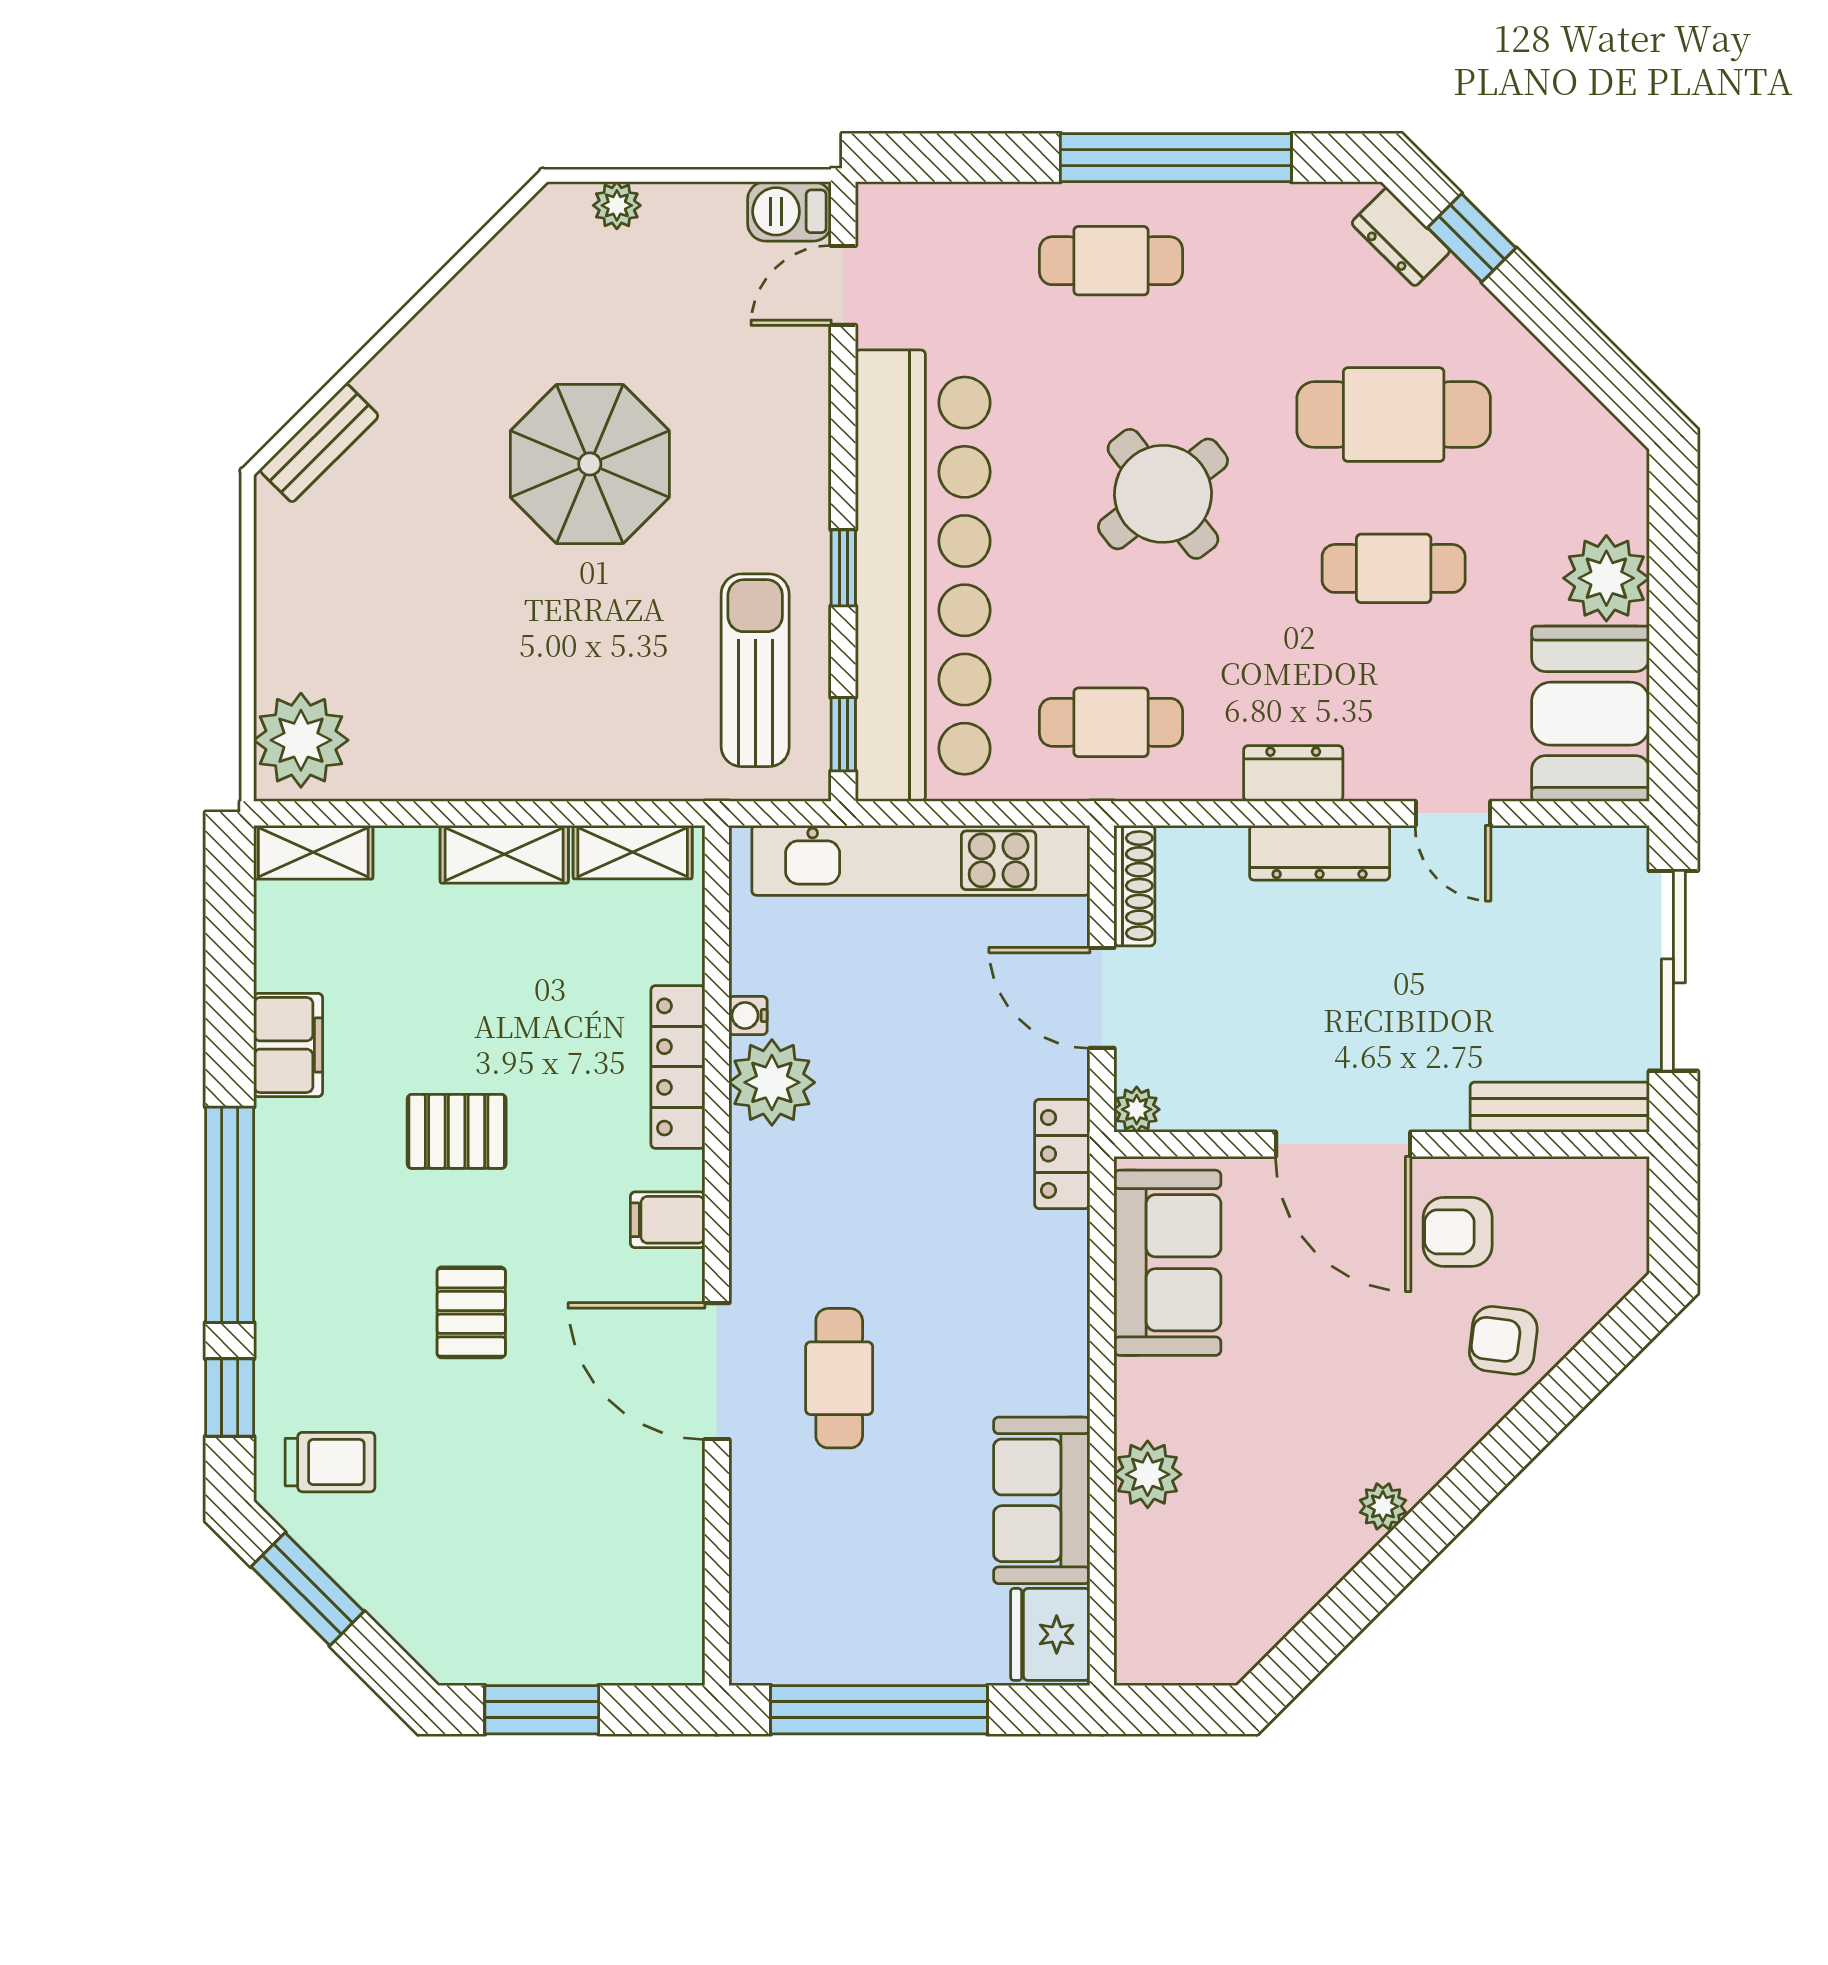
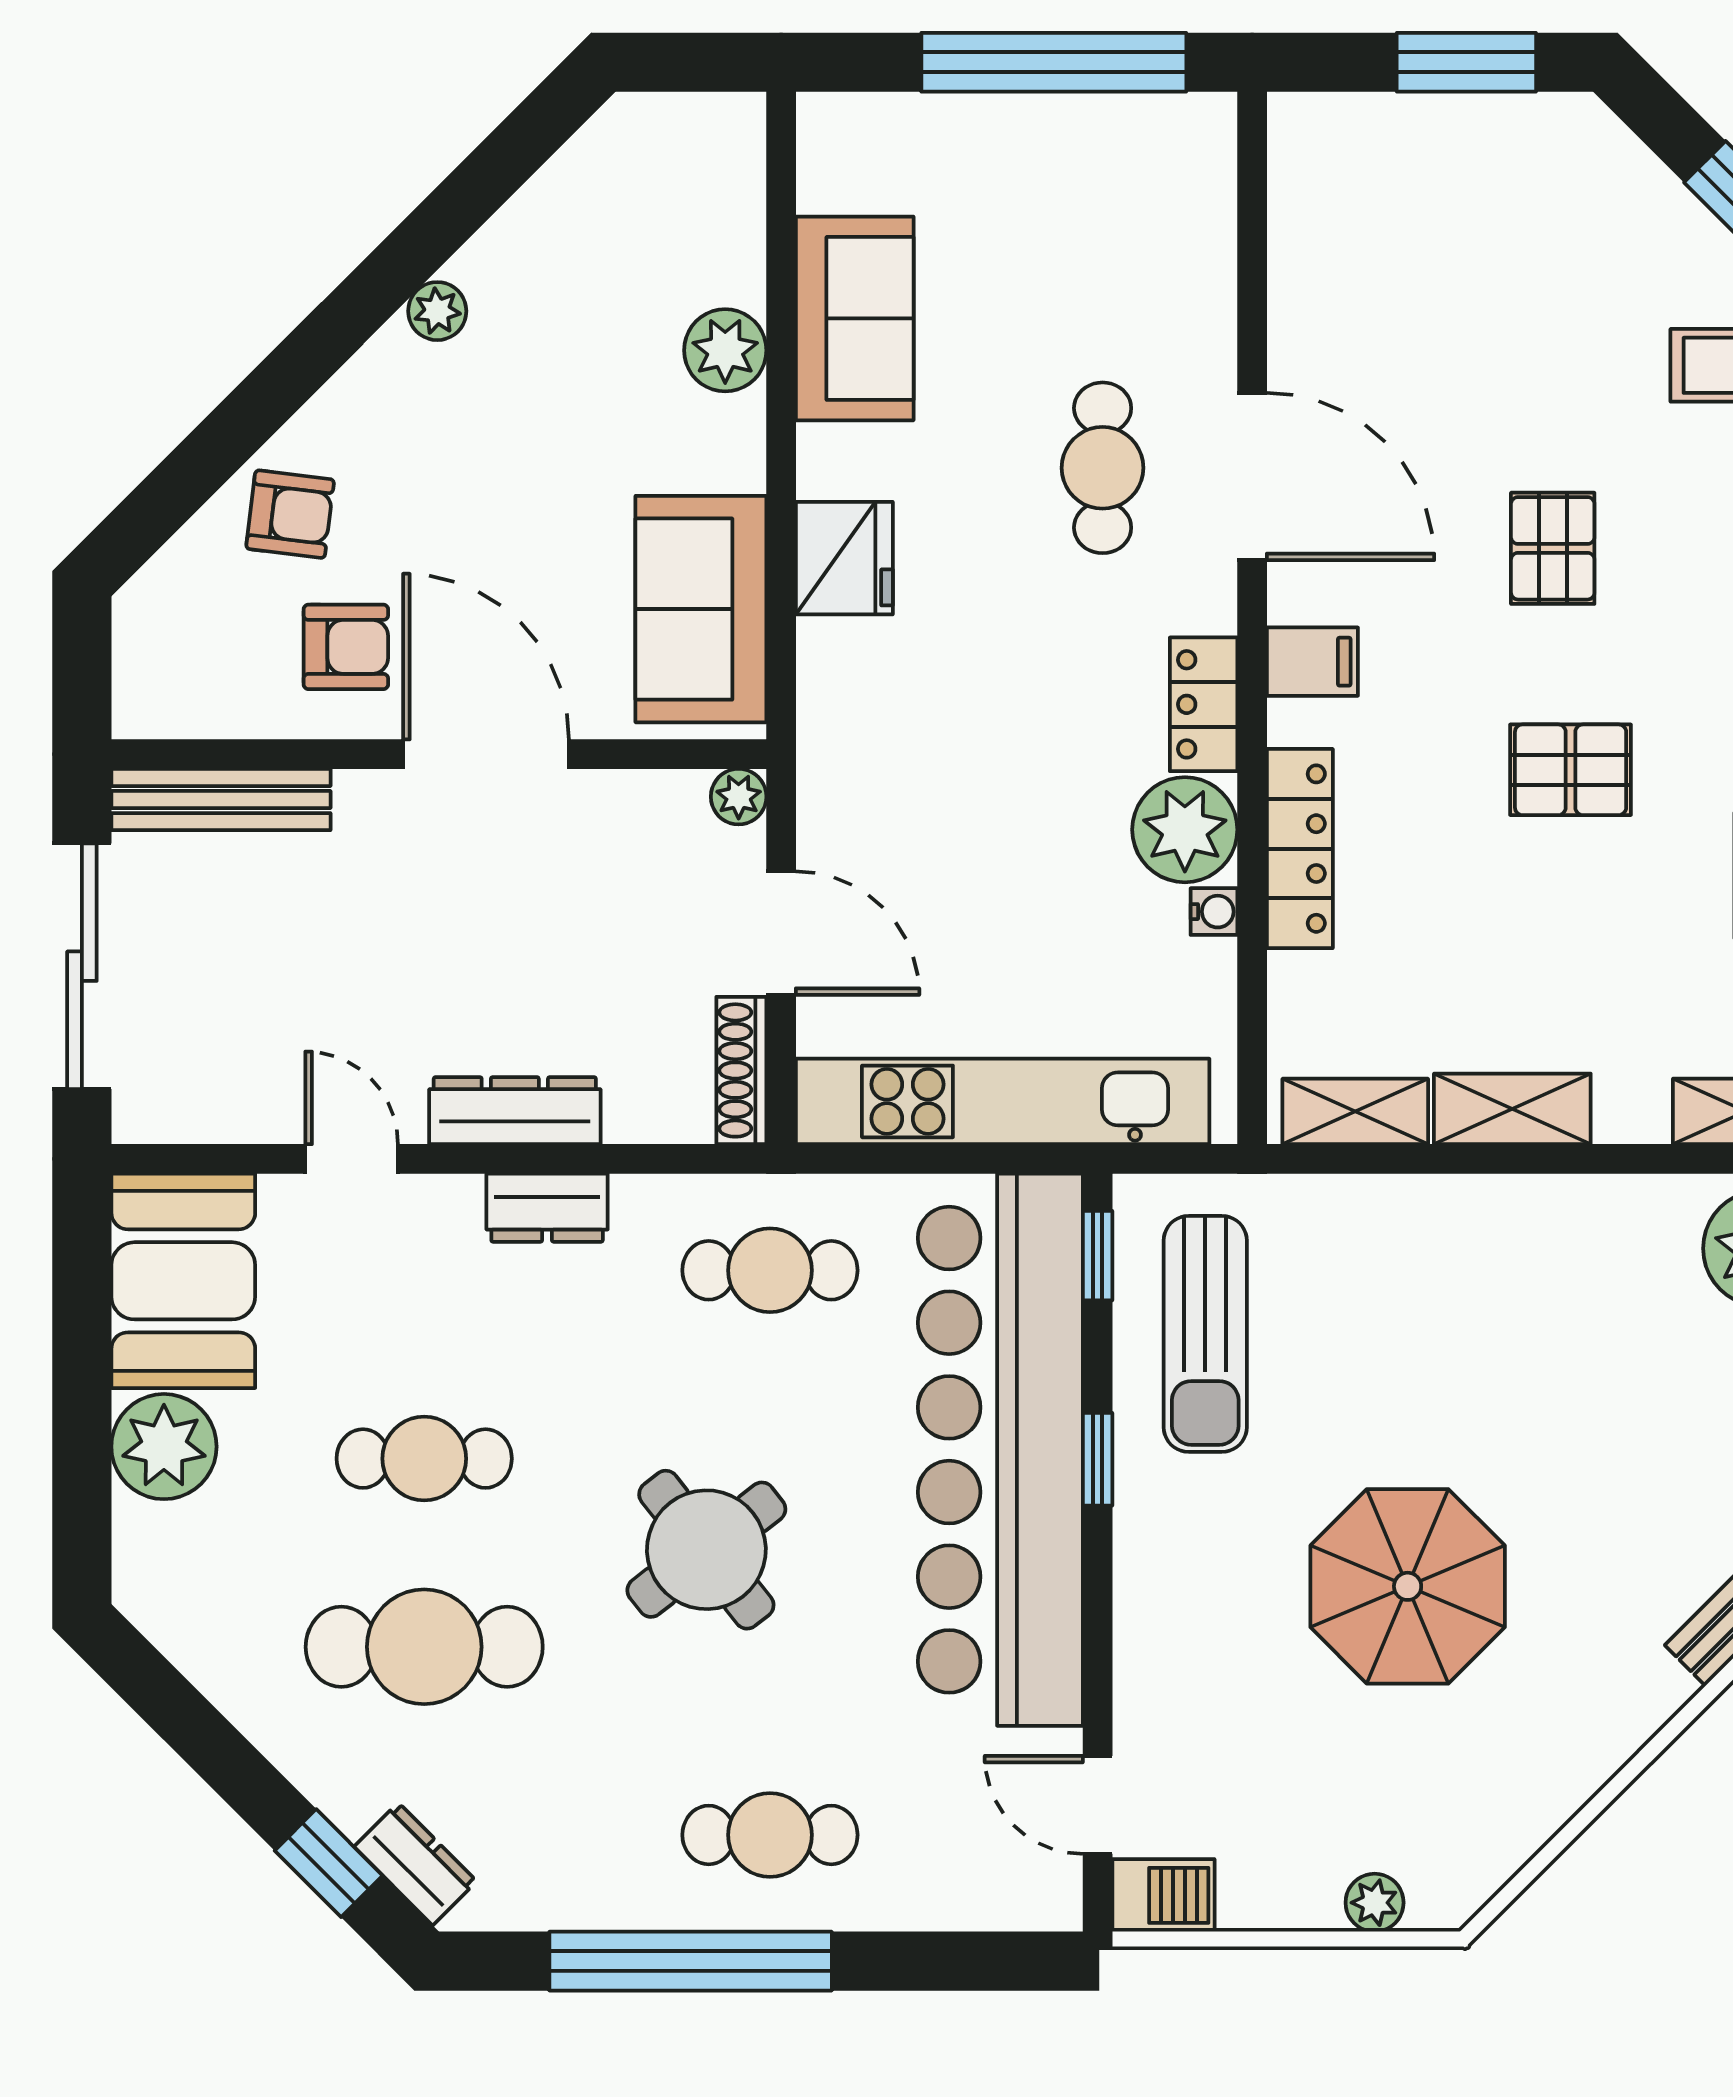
door: (843, 285) -> (1098, 1805), swing flipped
locker: (1062, 1154) -> (1204, 704), moved, turned 180
fridge: (1050, 1634) -> (844, 558), moved

